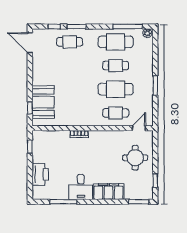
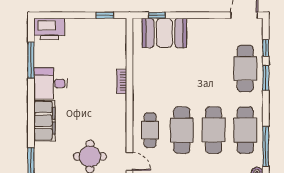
cafe table: (70, 42) -> (245, 68), width x1.37, depth x1.35
cafe table: (116, 66) -> (214, 130), width x1.37, depth x1.35
printer: (40, 174) -> (49, 29), moved

